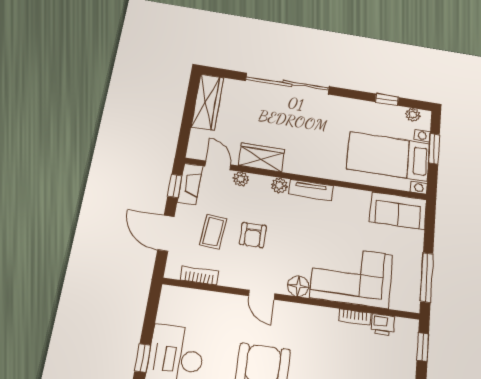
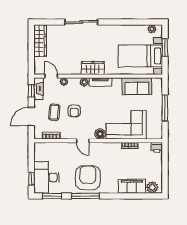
sliding door: (287, 84) -> (81, 22), width x0.73
window: (387, 100) -> (137, 22), removed
wardrobe: (261, 157) -> (93, 68), moved
sofa: (398, 211) -> (137, 86), moved
door: (166, 233) -> (31, 117), hinge flipped
window: (427, 277) -> (165, 108), moved
printer: (383, 325) -> (157, 147), moved
window: (423, 347) -> (165, 156), removed

